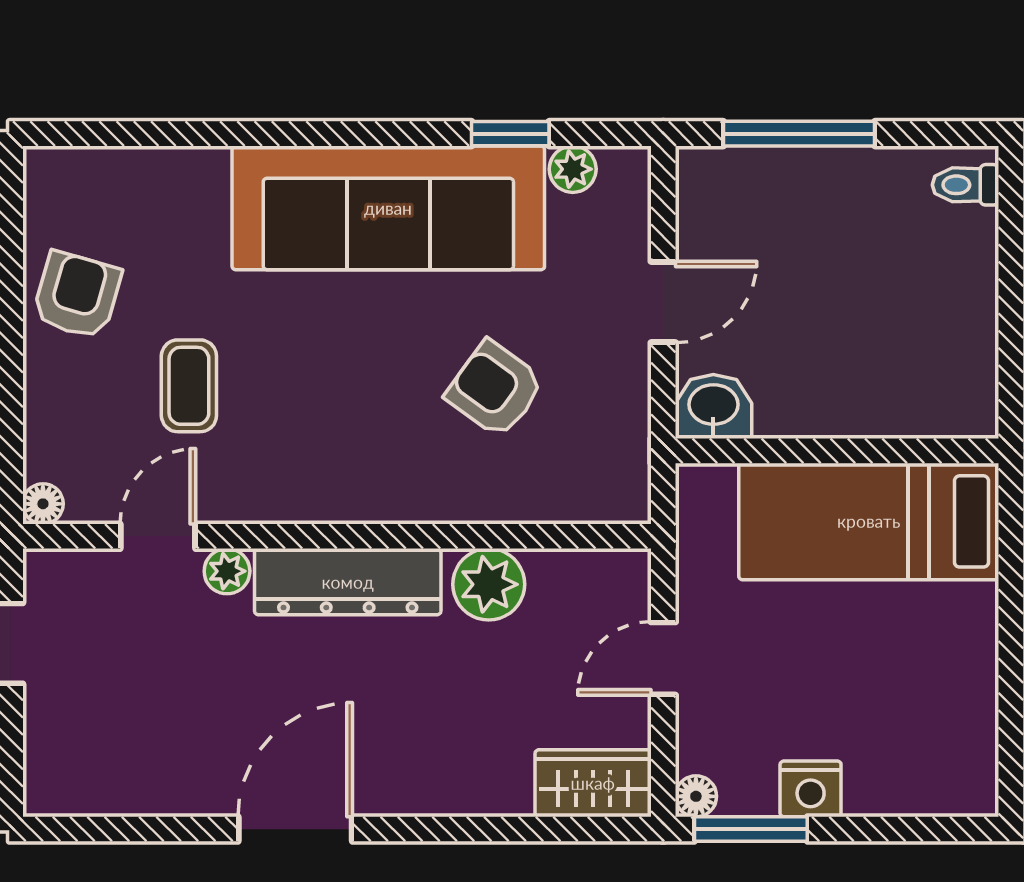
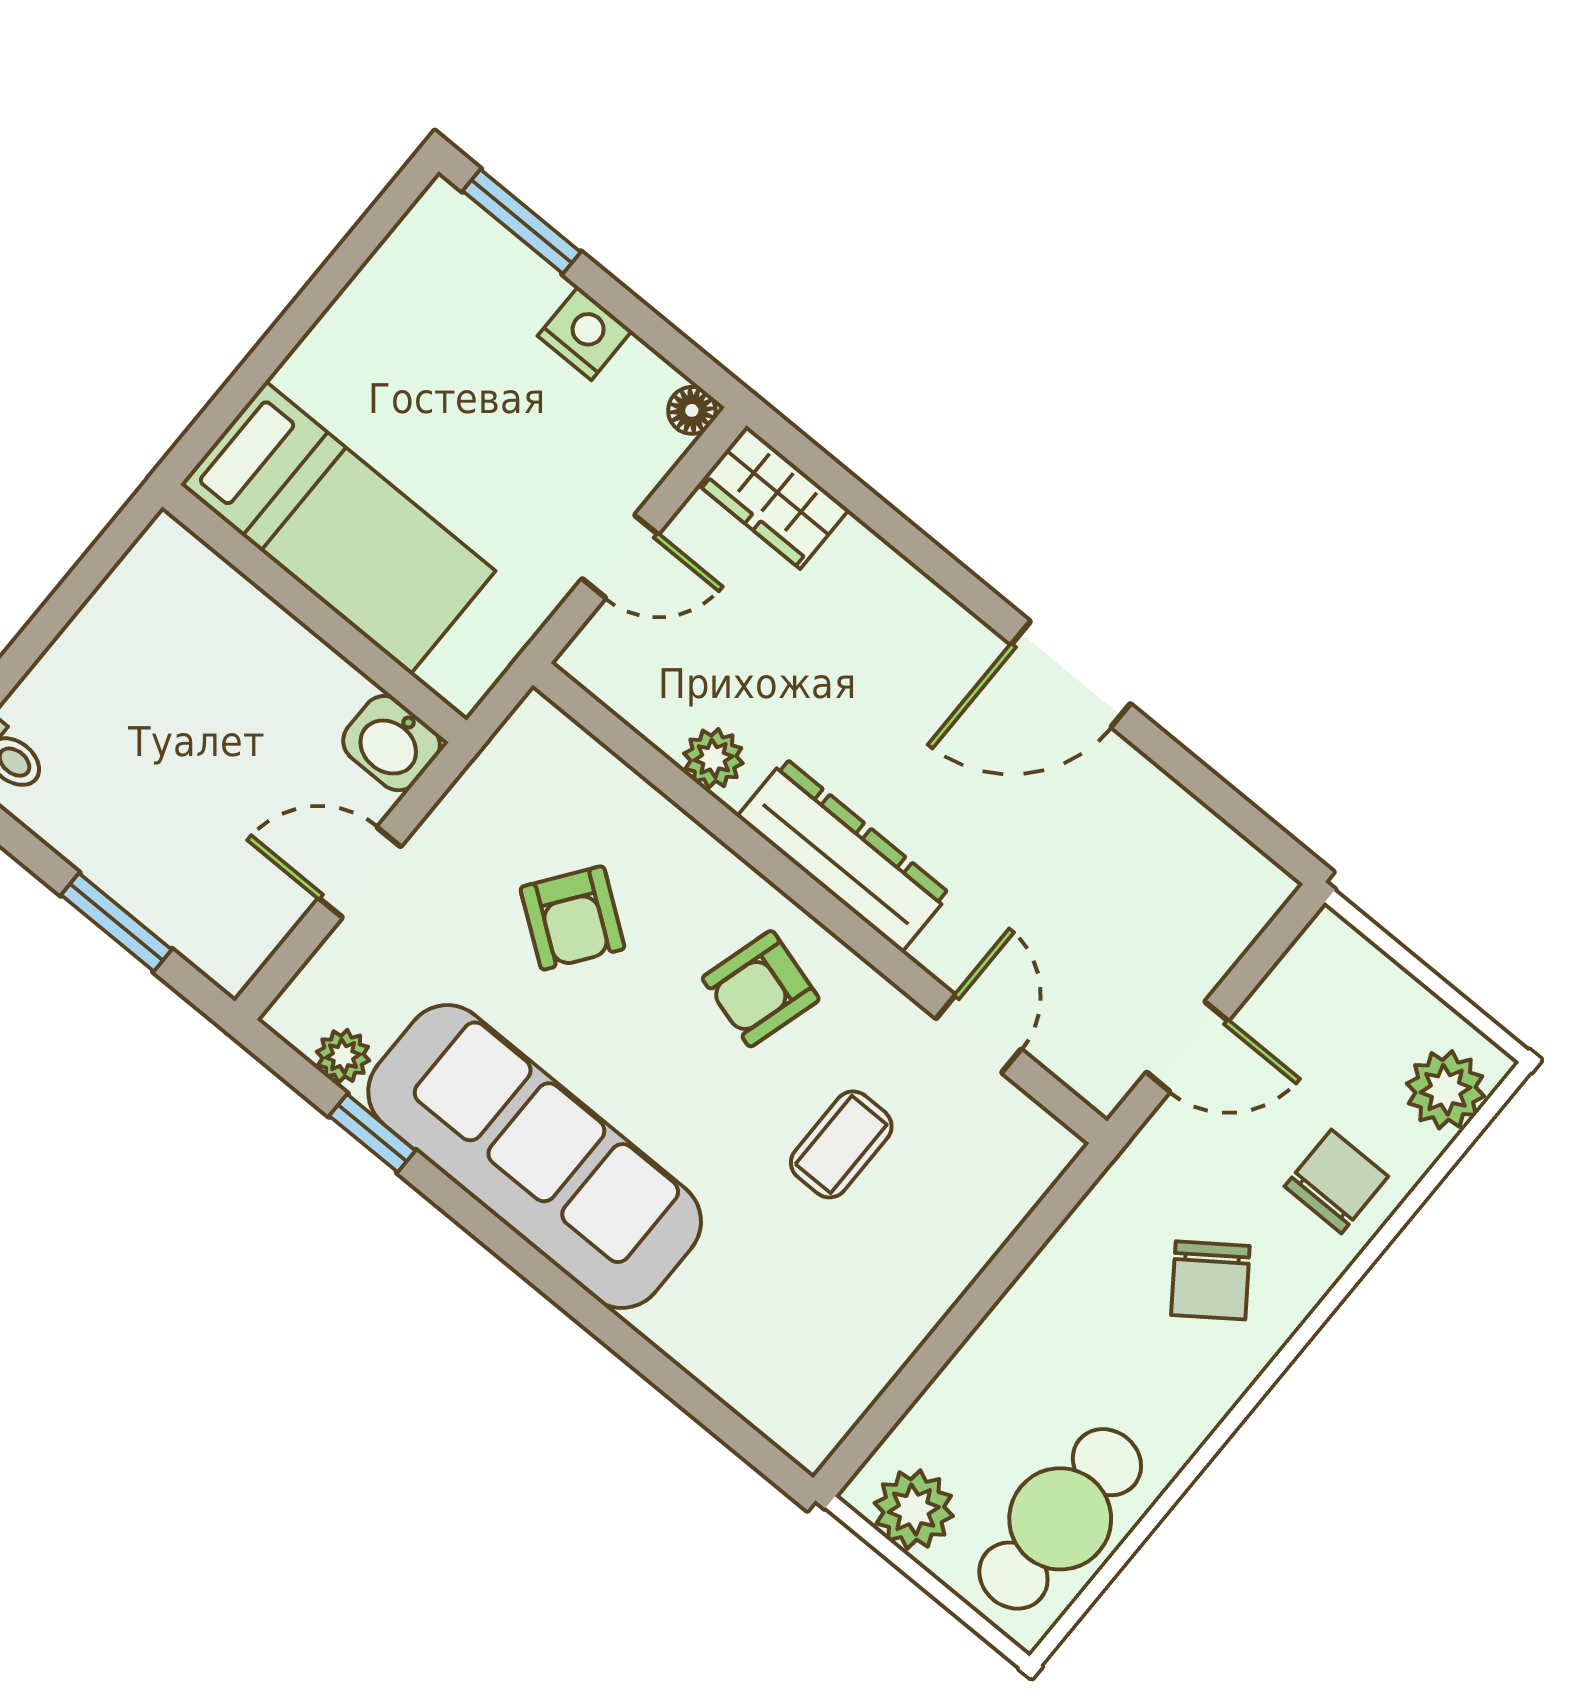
window: (799, 134) -> (116, 922), width x0.69
armchair: (77, 295) -> (761, 989), moved
floor lamp: (43, 504) -> (1057, 1147), removed
door: (158, 536) -> (979, 1034), swing flipped
plant: (227, 571) -> (943, 952), removed
plant: (489, 584) -> (713, 758), width x0.73, depth x0.73
window: (751, 829) -> (522, 221), moved

